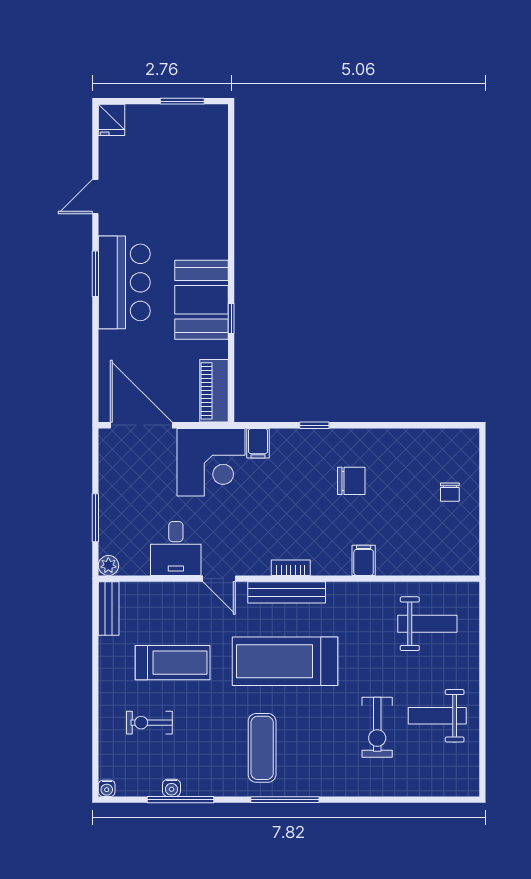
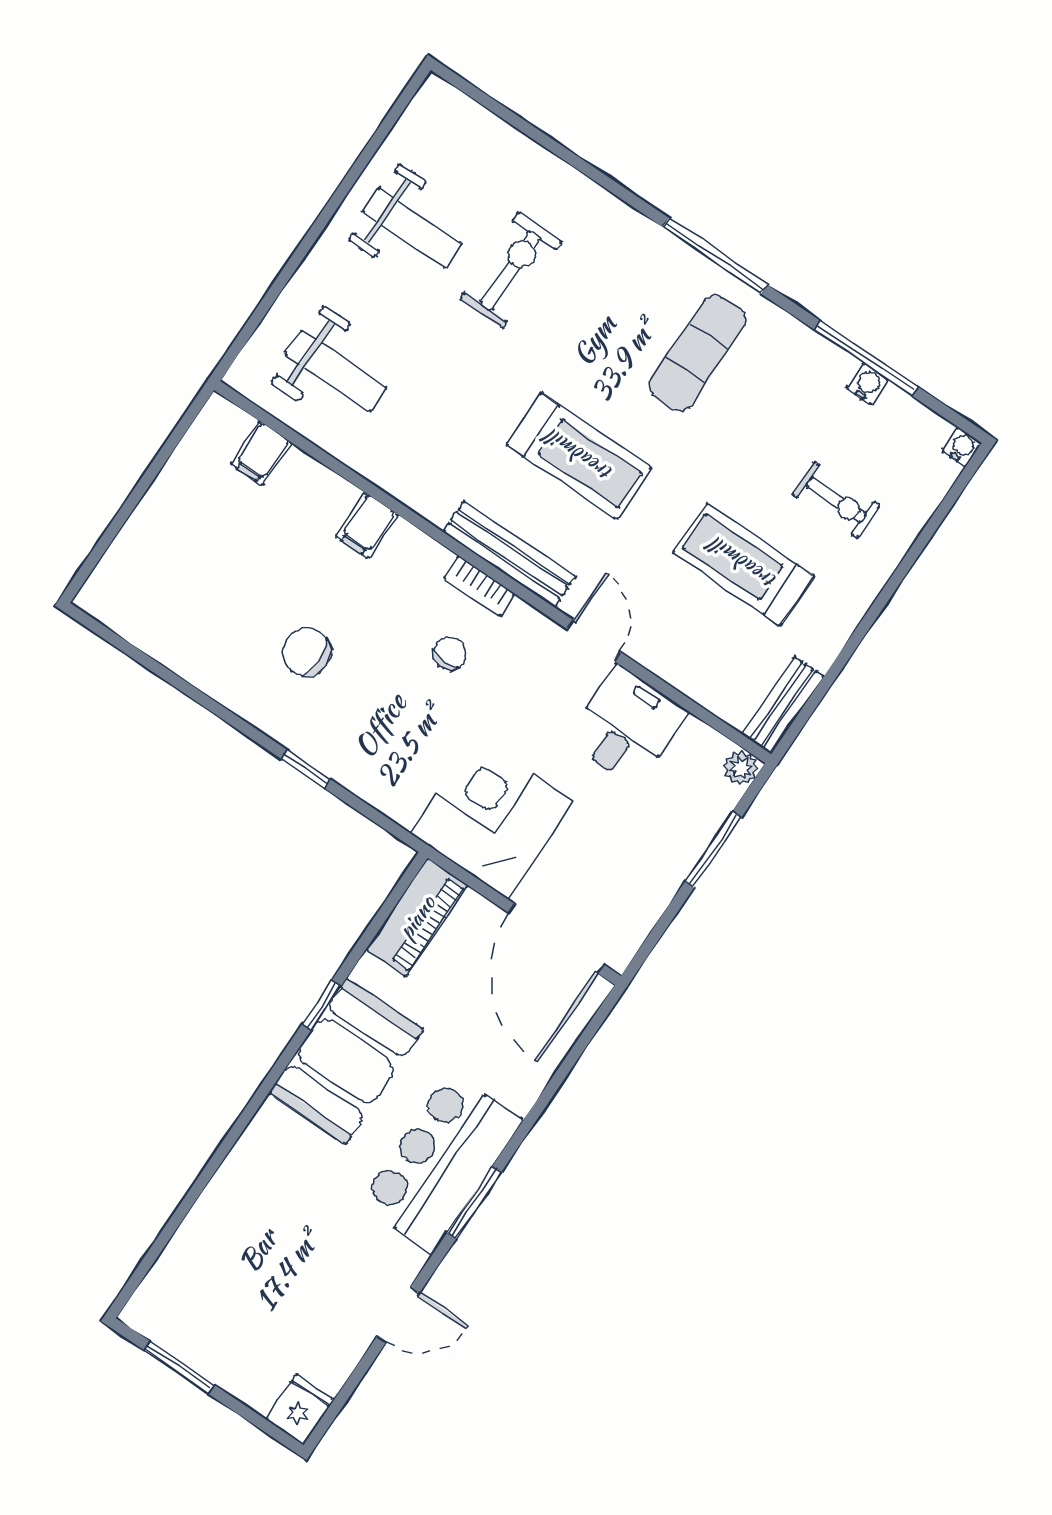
filing cabinet: (258, 443) -> (261, 453), moved, turned 180
chair: (450, 492) -> (450, 653), moved
weight bench: (427, 624) -> (336, 371), turned 180
treadmill: (285, 661) -> (579, 456), width x0.73, depth x0.73

